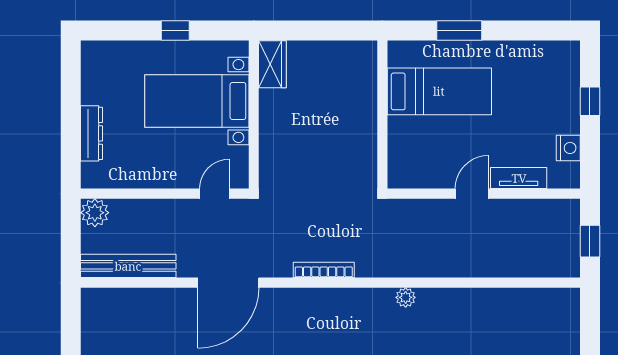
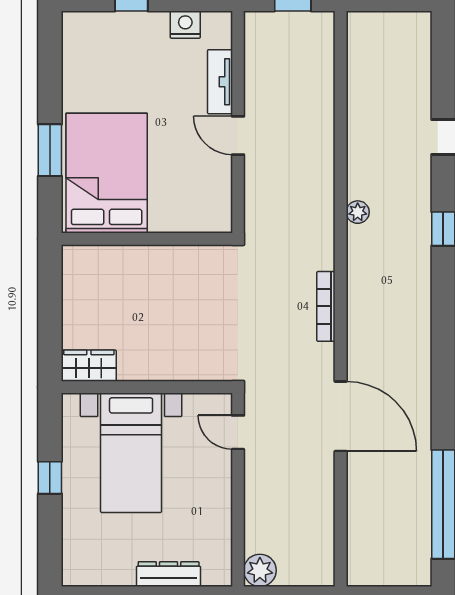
bed: (439, 91) -> (107, 173), width x1.50
bench: (128, 266) -> (321, 532), removed

